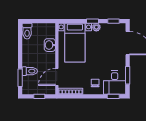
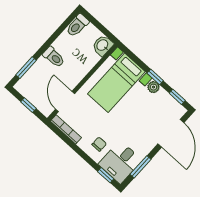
washbasin: (50, 45) -> (103, 45), moved
toilet: (30, 71) -> (54, 57), moved
door: (57, 77) -> (65, 101), hinge flipped

